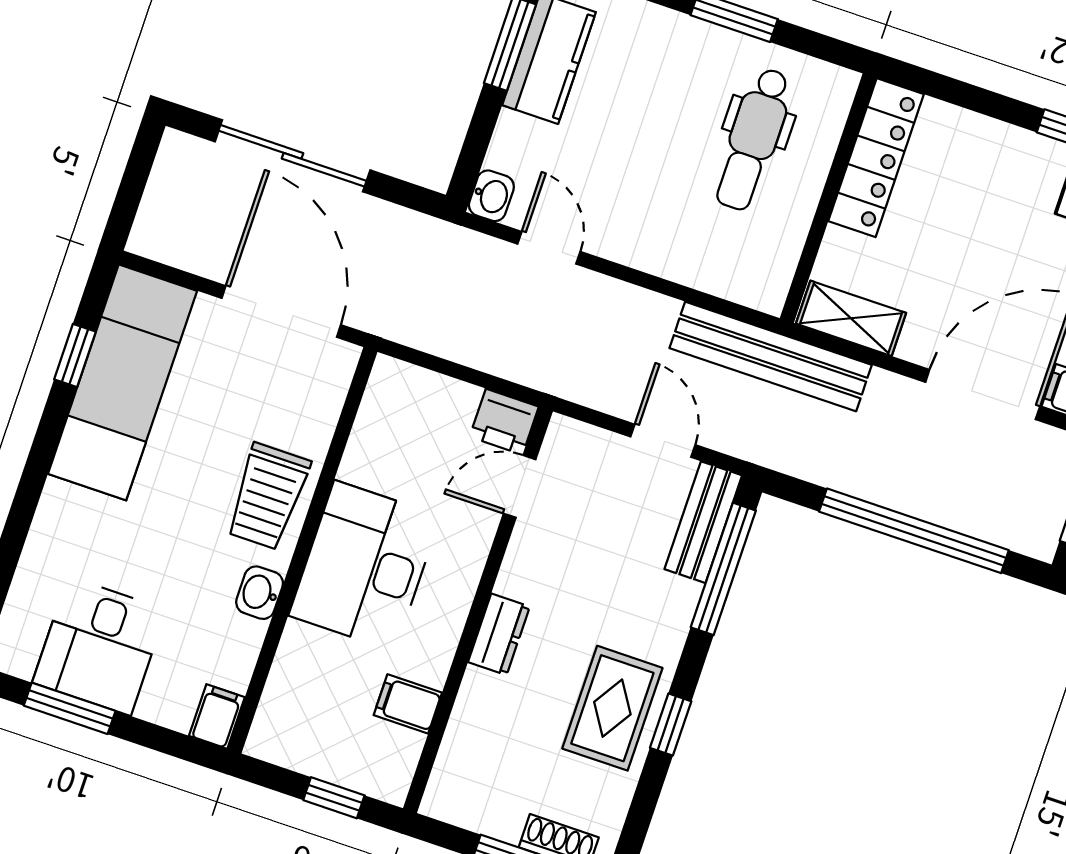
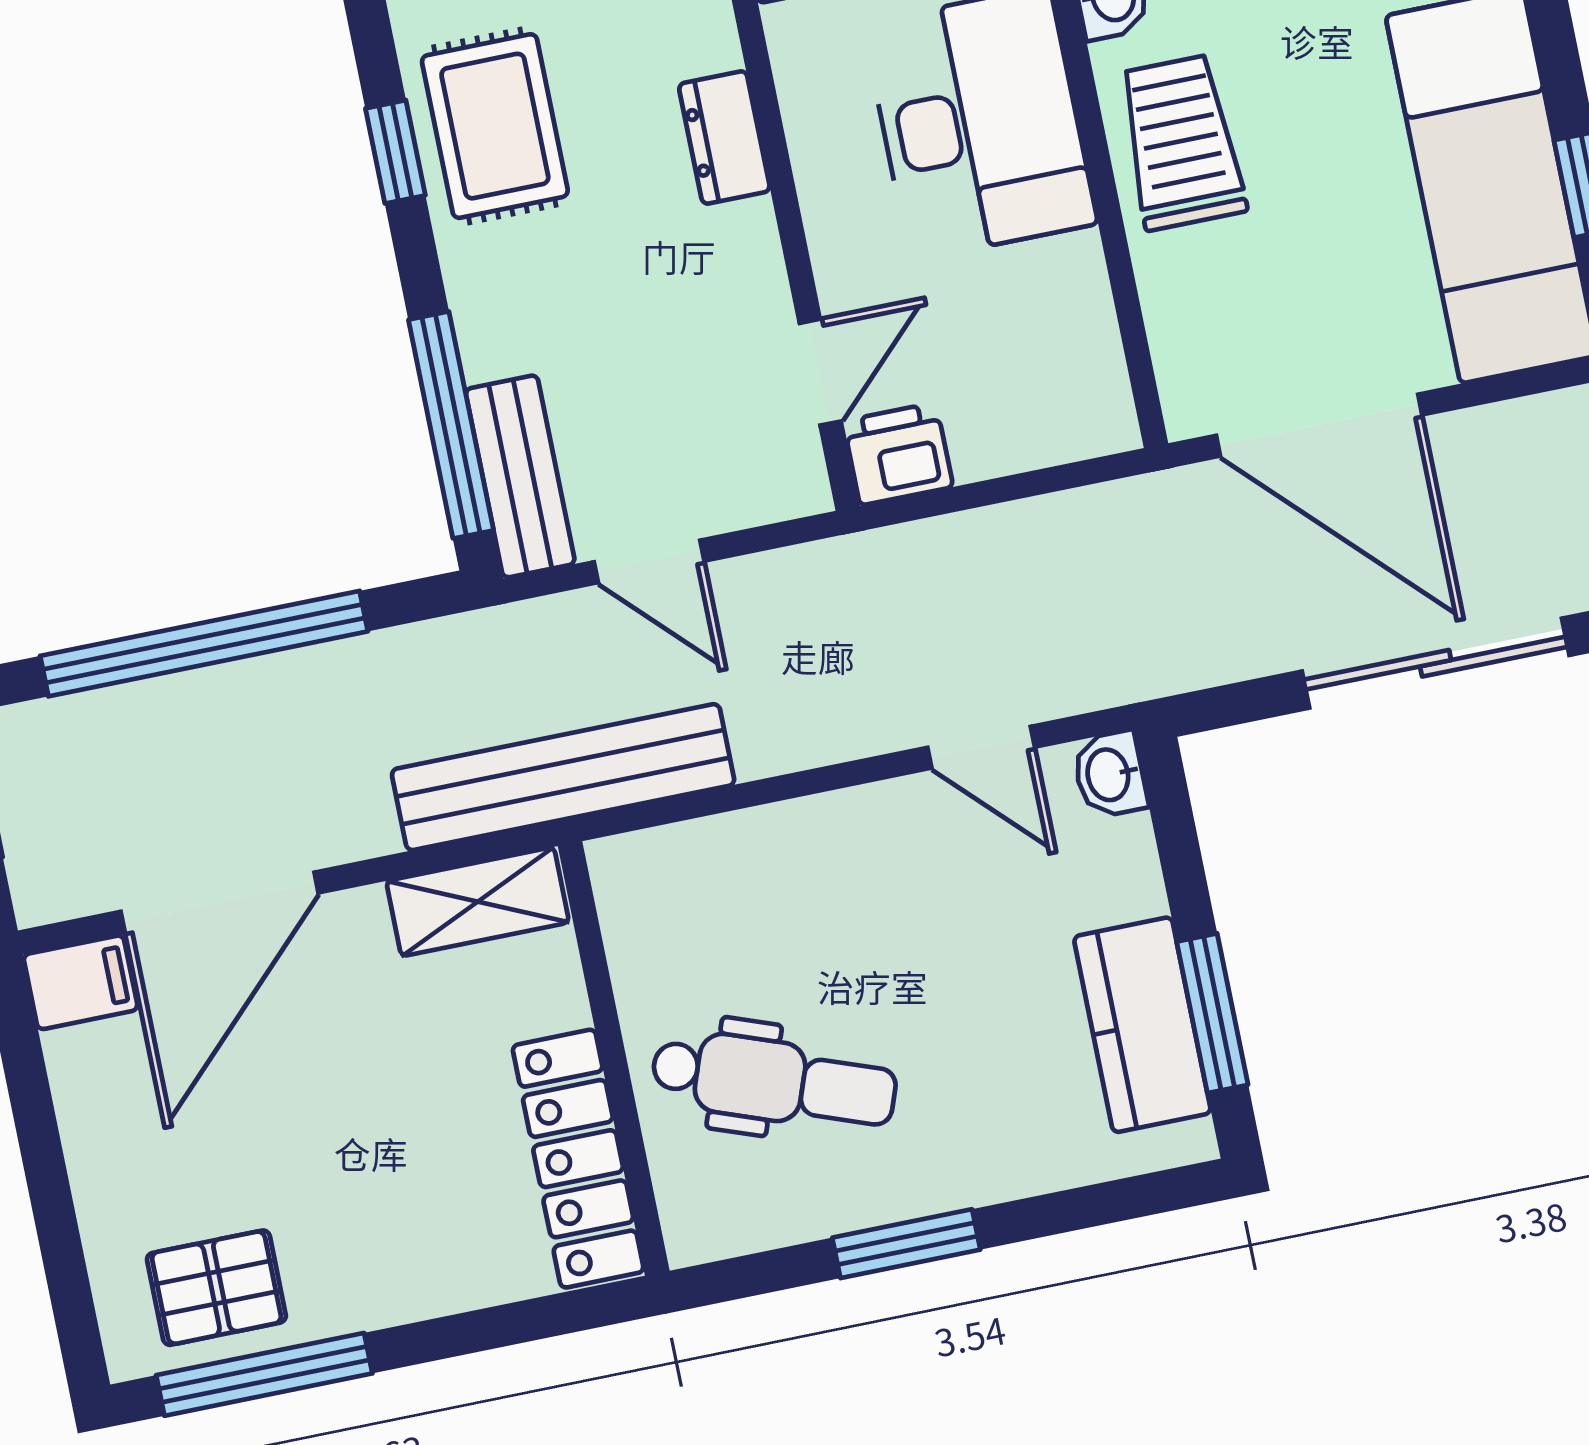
dental chair: (753, 139) -> (774, 1081), turned 110

